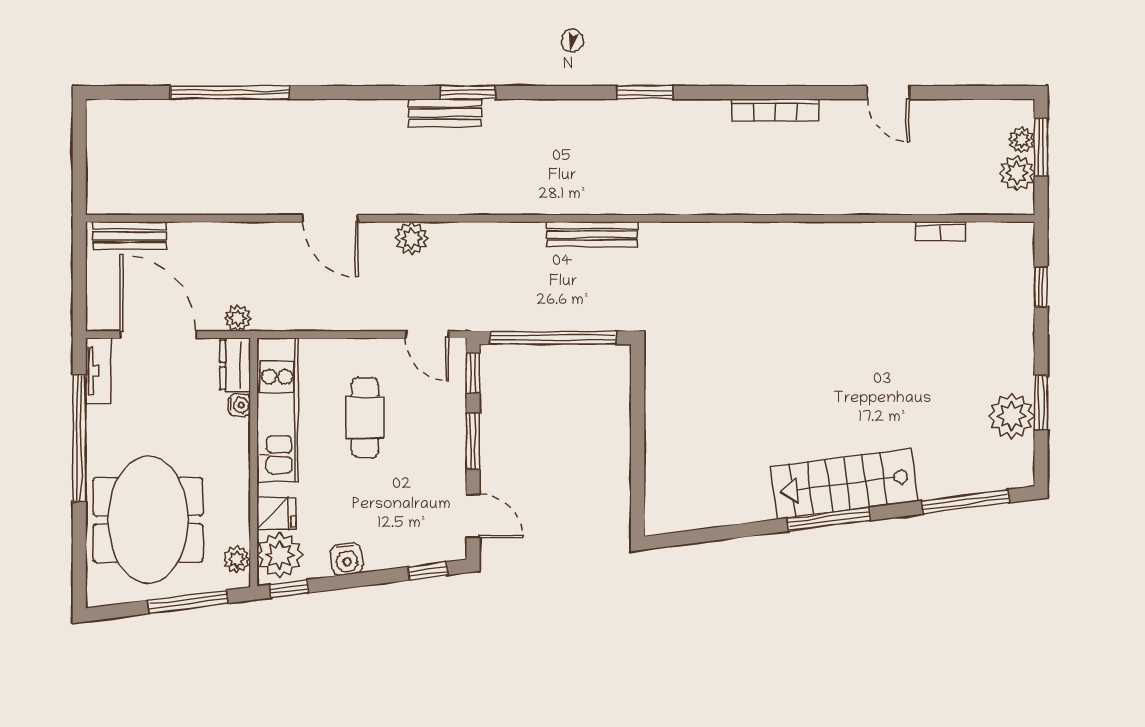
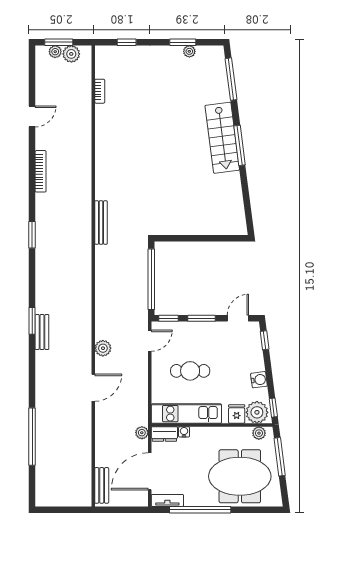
bench: (592, 234) -> (101, 222), moved
plant: (1012, 416) -> (189, 51), width x0.53, depth x0.53

